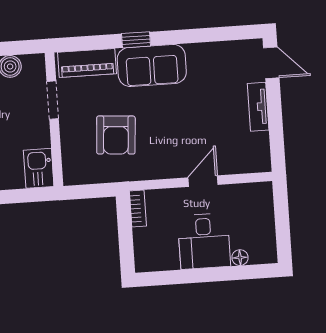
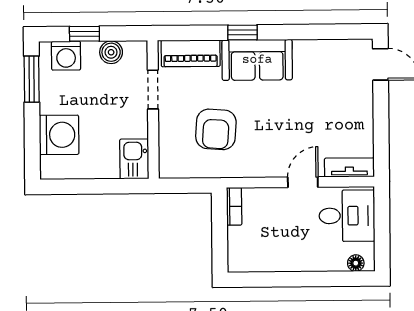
tv unit: (258, 107) -> (349, 167), moved, turned 90
desk: (204, 241) -> (347, 216), moved, turned -90
floor lamp: (240, 258) -> (356, 263), moved

